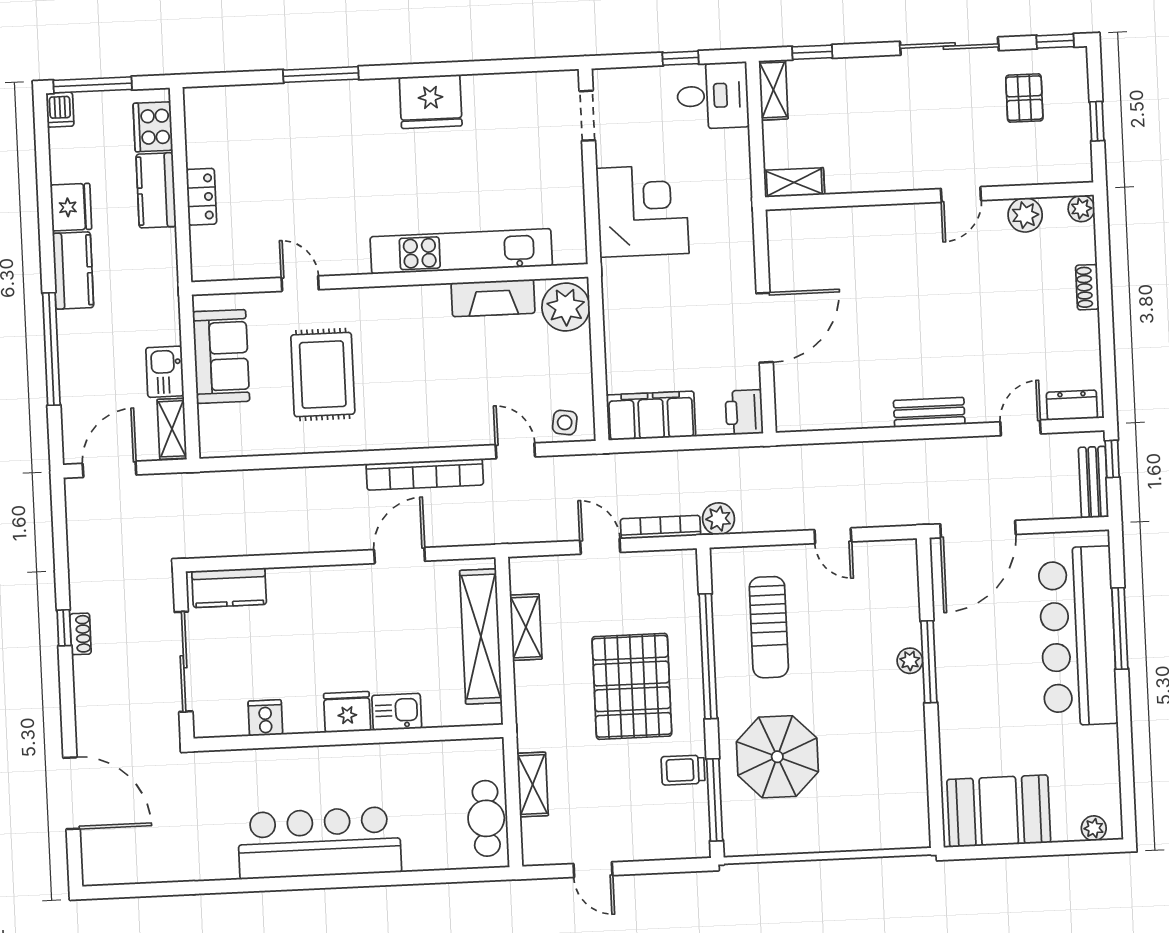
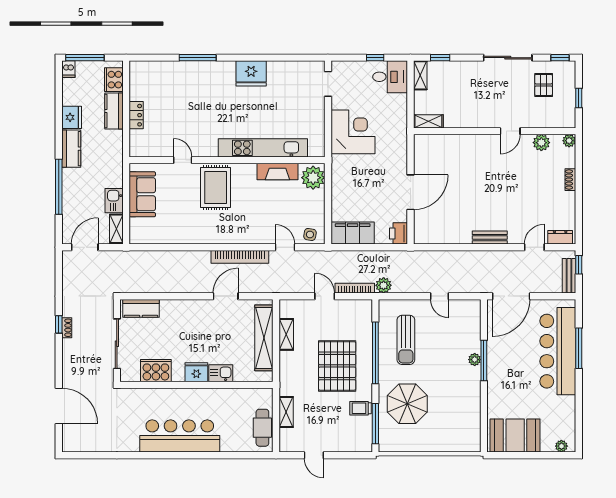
rug: (323, 375) -> (216, 187), moved
cooker: (265, 718) -> (156, 371), width x1.87, depth x1.31

